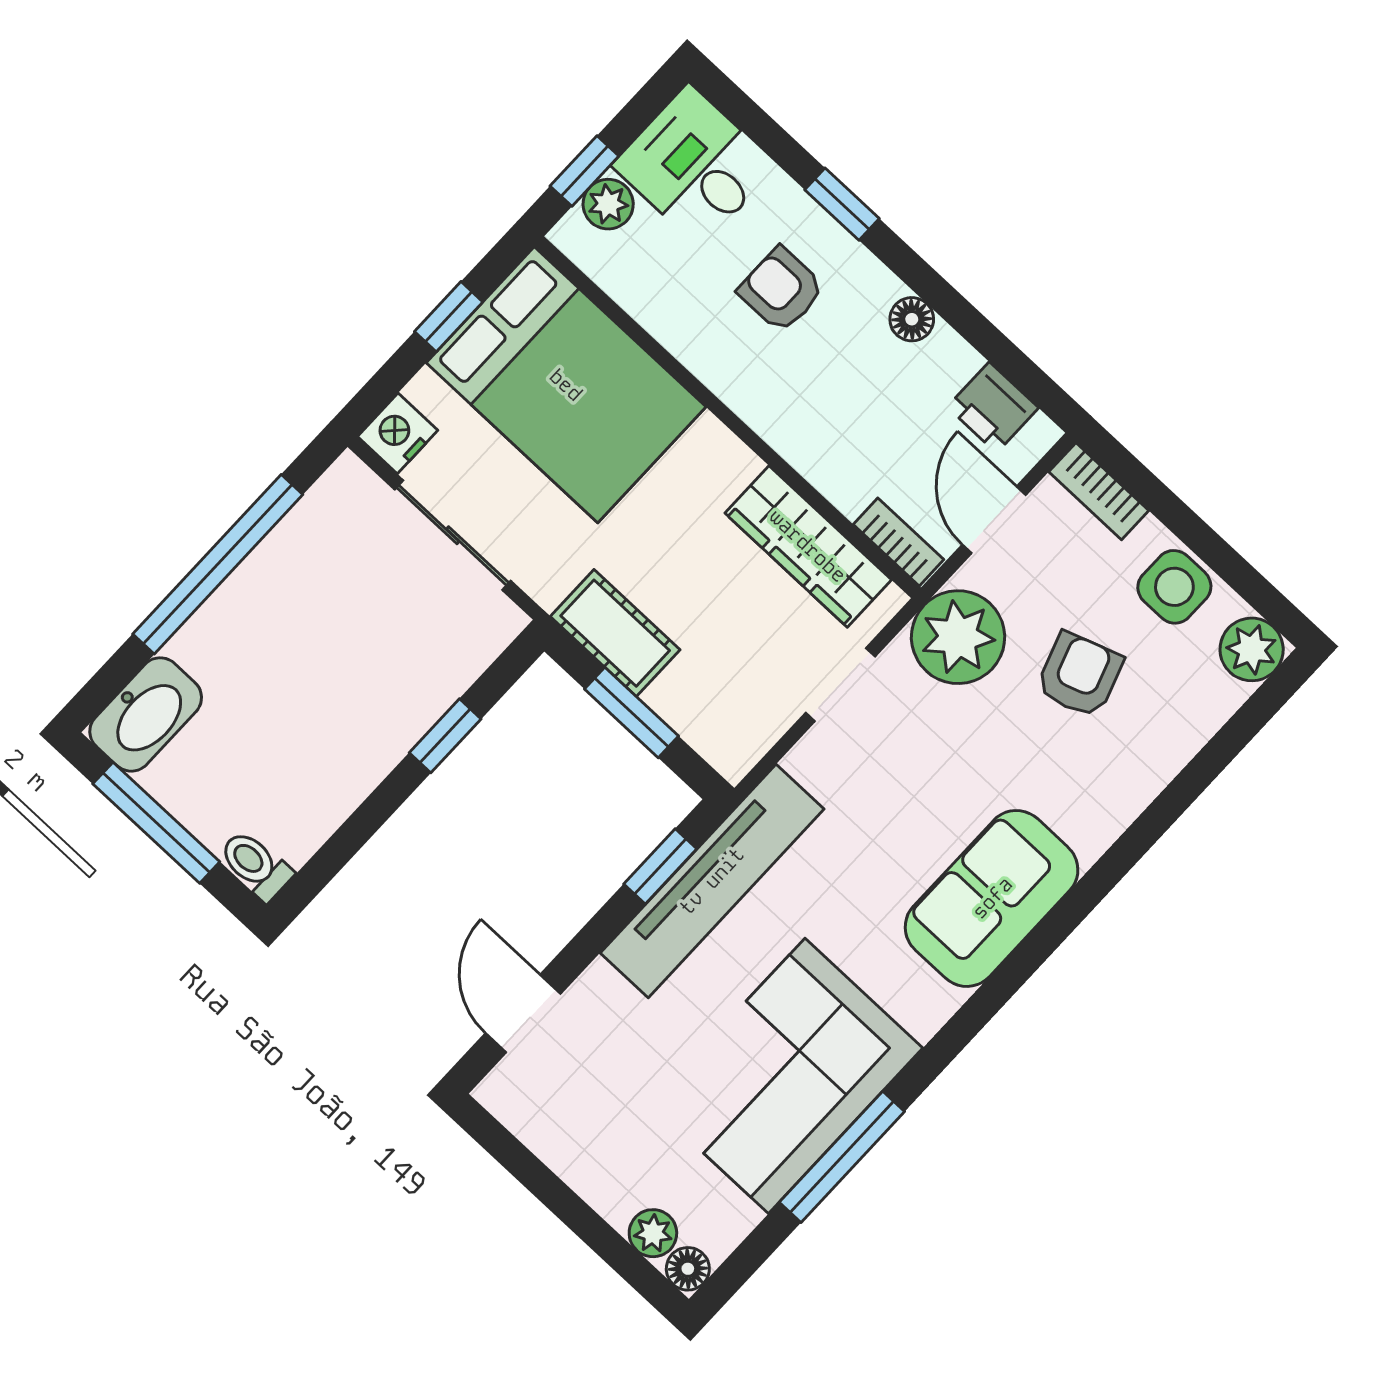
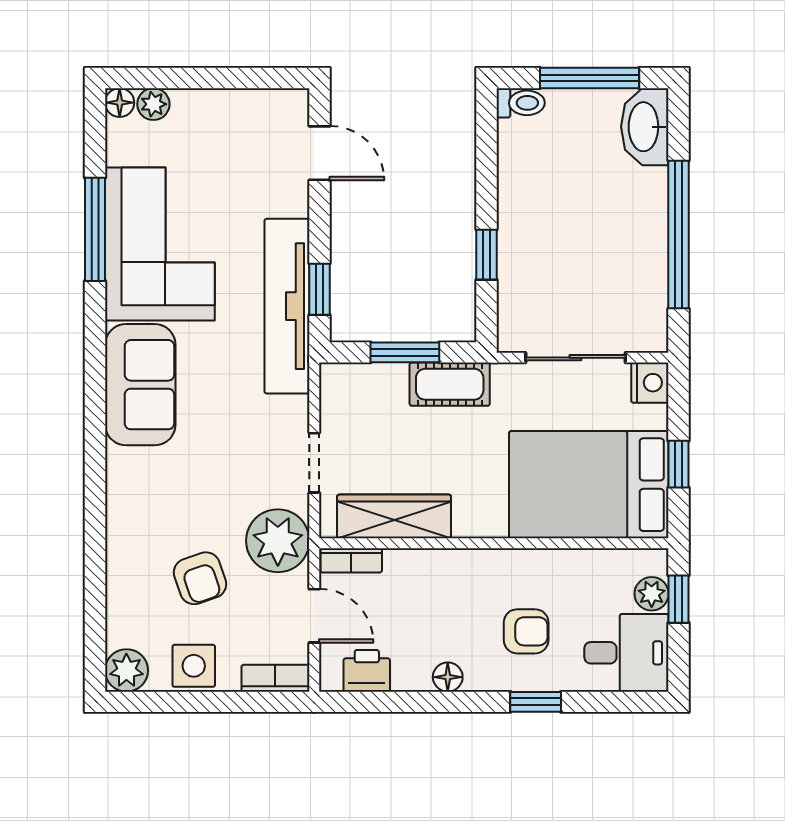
sofa: (992, 898) -> (140, 385), moved

